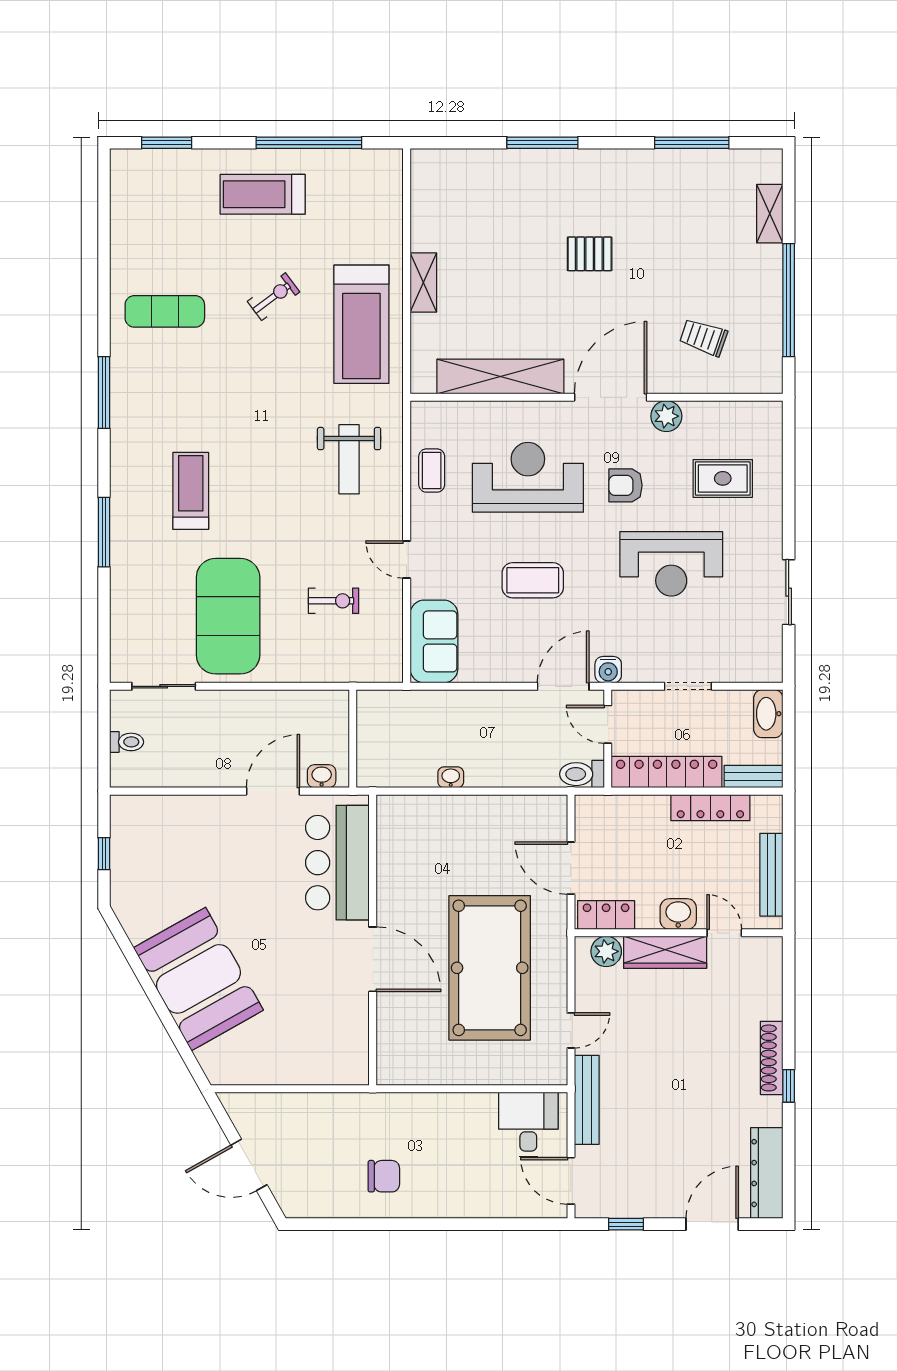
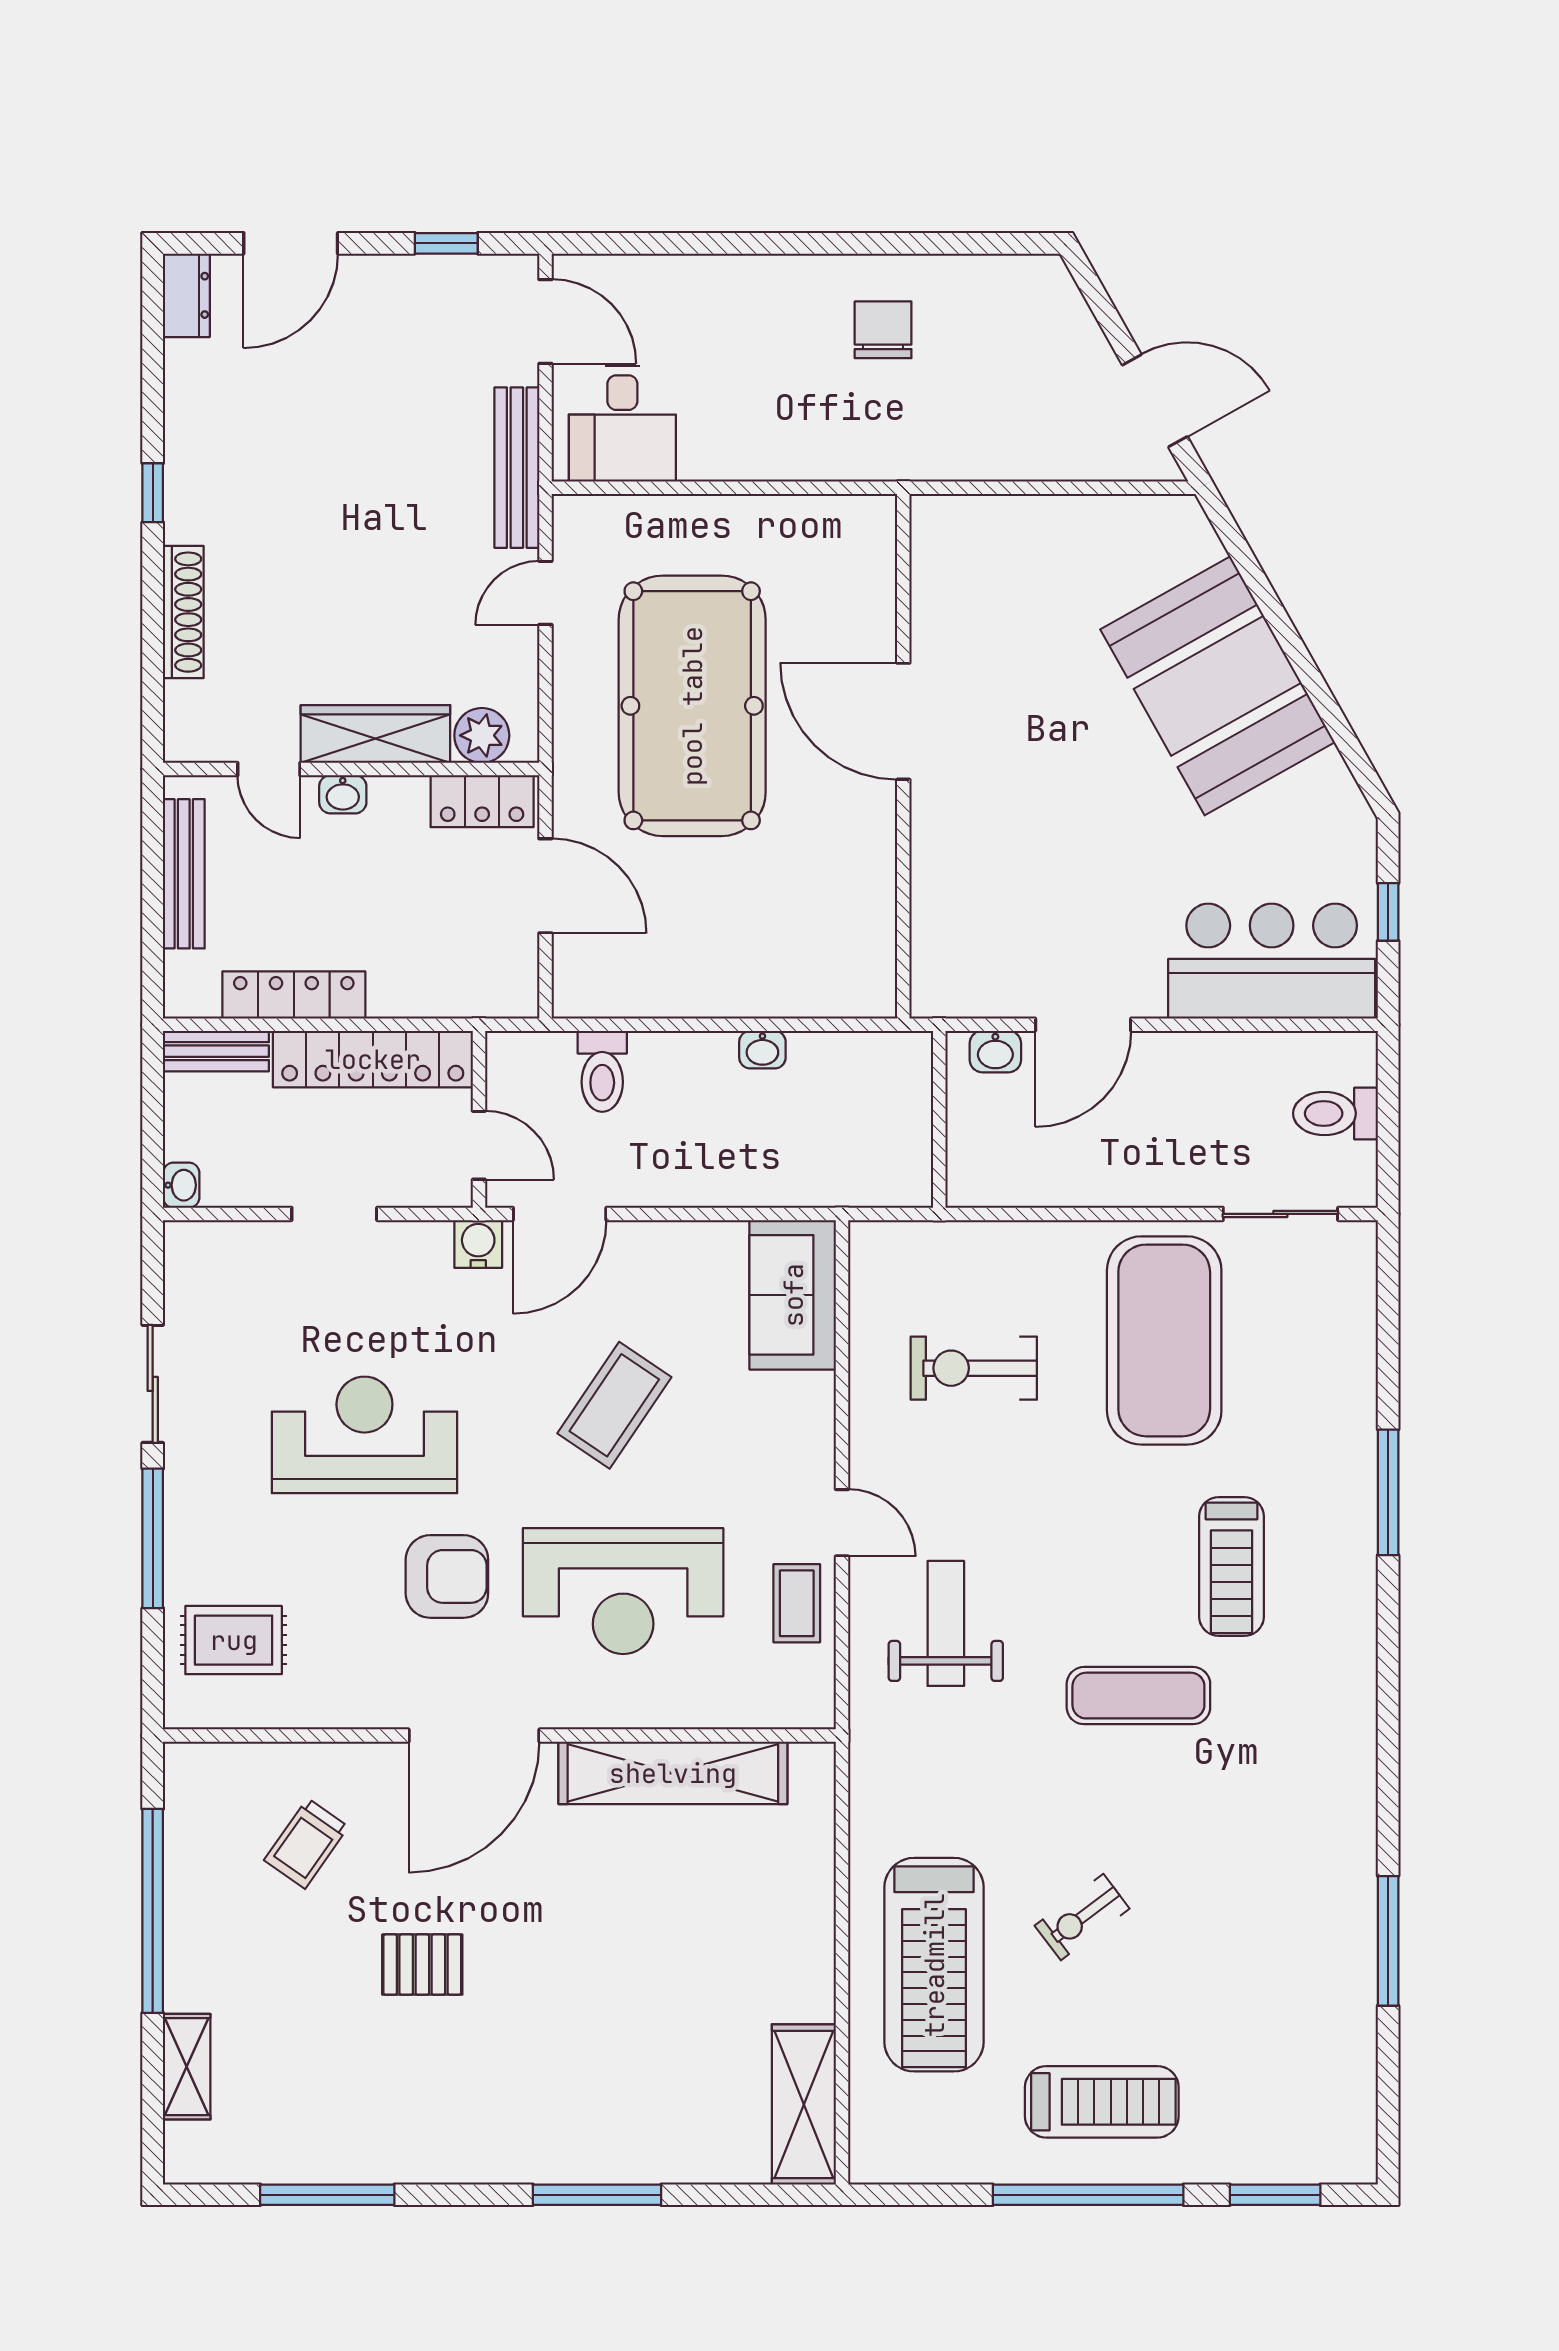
window: (309, 143) -> (1088, 2195), moved
pallet: (590, 254) -> (422, 1965), moved
shelving: (423, 283) -> (804, 2104), moved, width x1.50, depth x1.33
exercise mat: (165, 311) -> (1138, 1696), moved
treadmill: (361, 324) -> (934, 1965), moved, turned 180
trolley: (703, 337) -> (306, 1843), turned 106
window: (104, 393) -> (1388, 1941), moved
plant: (666, 416) -> (373, 1701), removed
rug: (723, 478) -> (234, 1640), moved
armchair: (626, 485) -> (447, 1576), width x1.38, depth x1.38
window: (789, 506) -> (153, 1538), added
door: (407, 559) -> (842, 1523), moved
coffee table: (533, 580) -> (614, 1405), turned -56
exercise bike: (334, 601) -> (974, 1368), width x1.38, depth x1.39
washbasin: (768, 714) -> (181, 1185), width x0.52, depth x0.69
toilet: (127, 742) -> (1335, 1113), width x1.37, depth x1.39
toilet: (582, 774) -> (602, 1071), moved, turned 90
bar counter: (337, 863) -> (1272, 961), moved, turned -90
washbasin: (678, 914) -> (343, 794), width x0.72, depth x0.69
shoe rack: (772, 1058) -> (183, 612), moved
door: (249, 1165) -> (1155, 401), moved
dresser: (767, 1173) -> (186, 295), width x0.51, depth x0.80
chair: (384, 1176) -> (883, 330), turned 90

